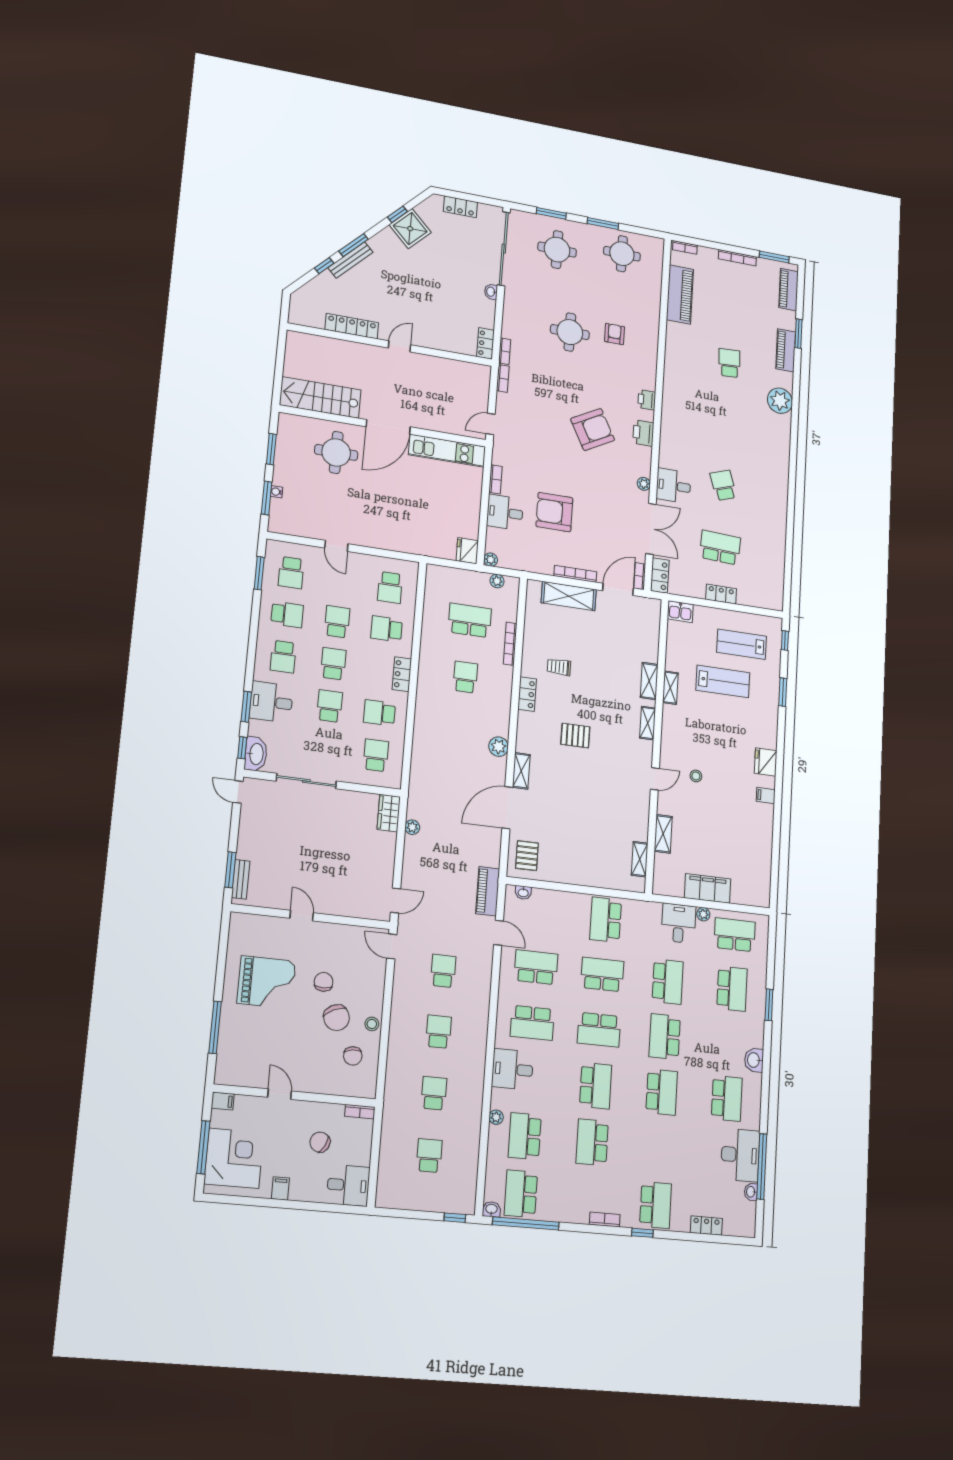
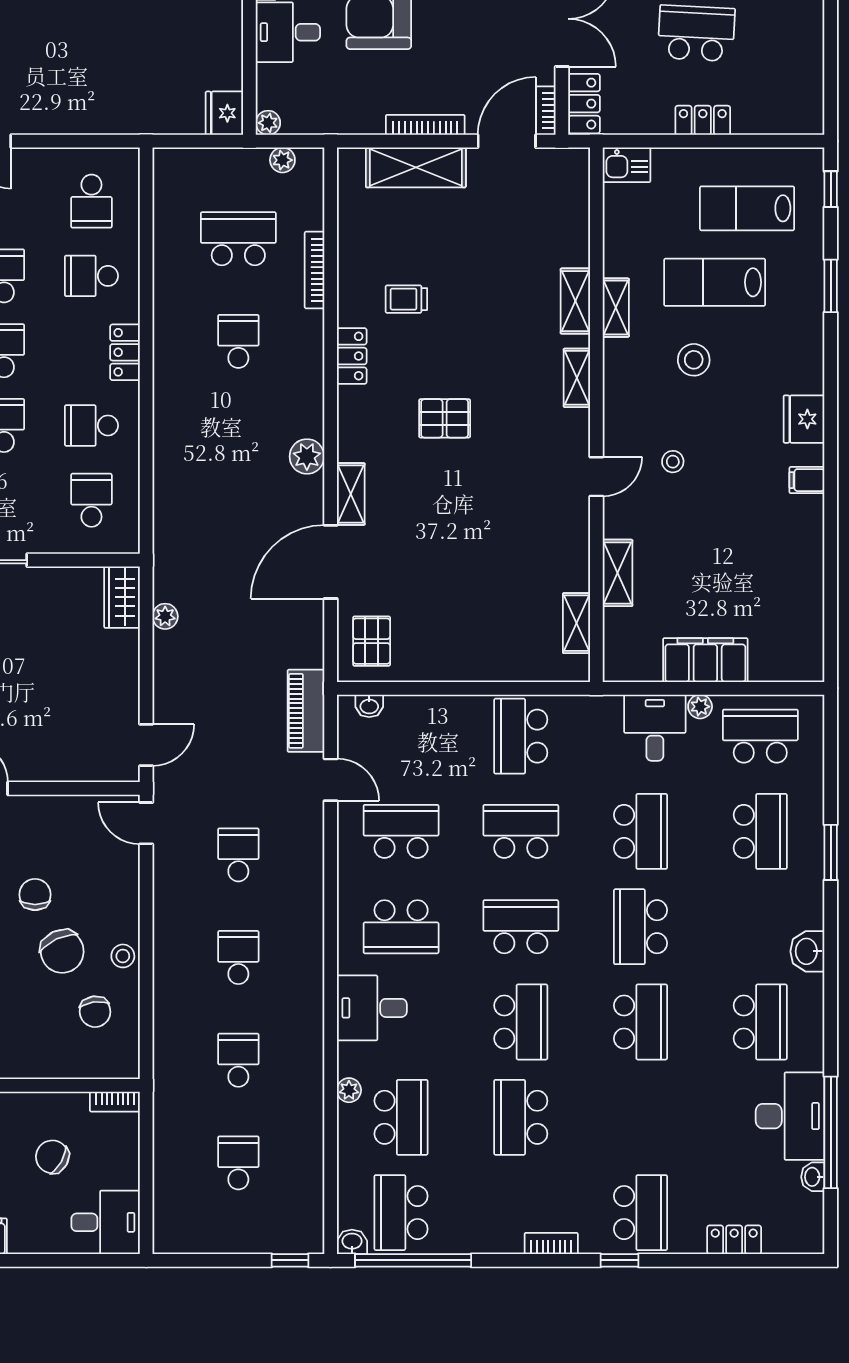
lab bench: (723, 681) -> (715, 282), turned 180
stool: (710, 722) -> (694, 360), added
school desk: (599, 1030) -> (521, 927), turned 180
school desk: (525, 1136) -> (401, 1117), turned 180

